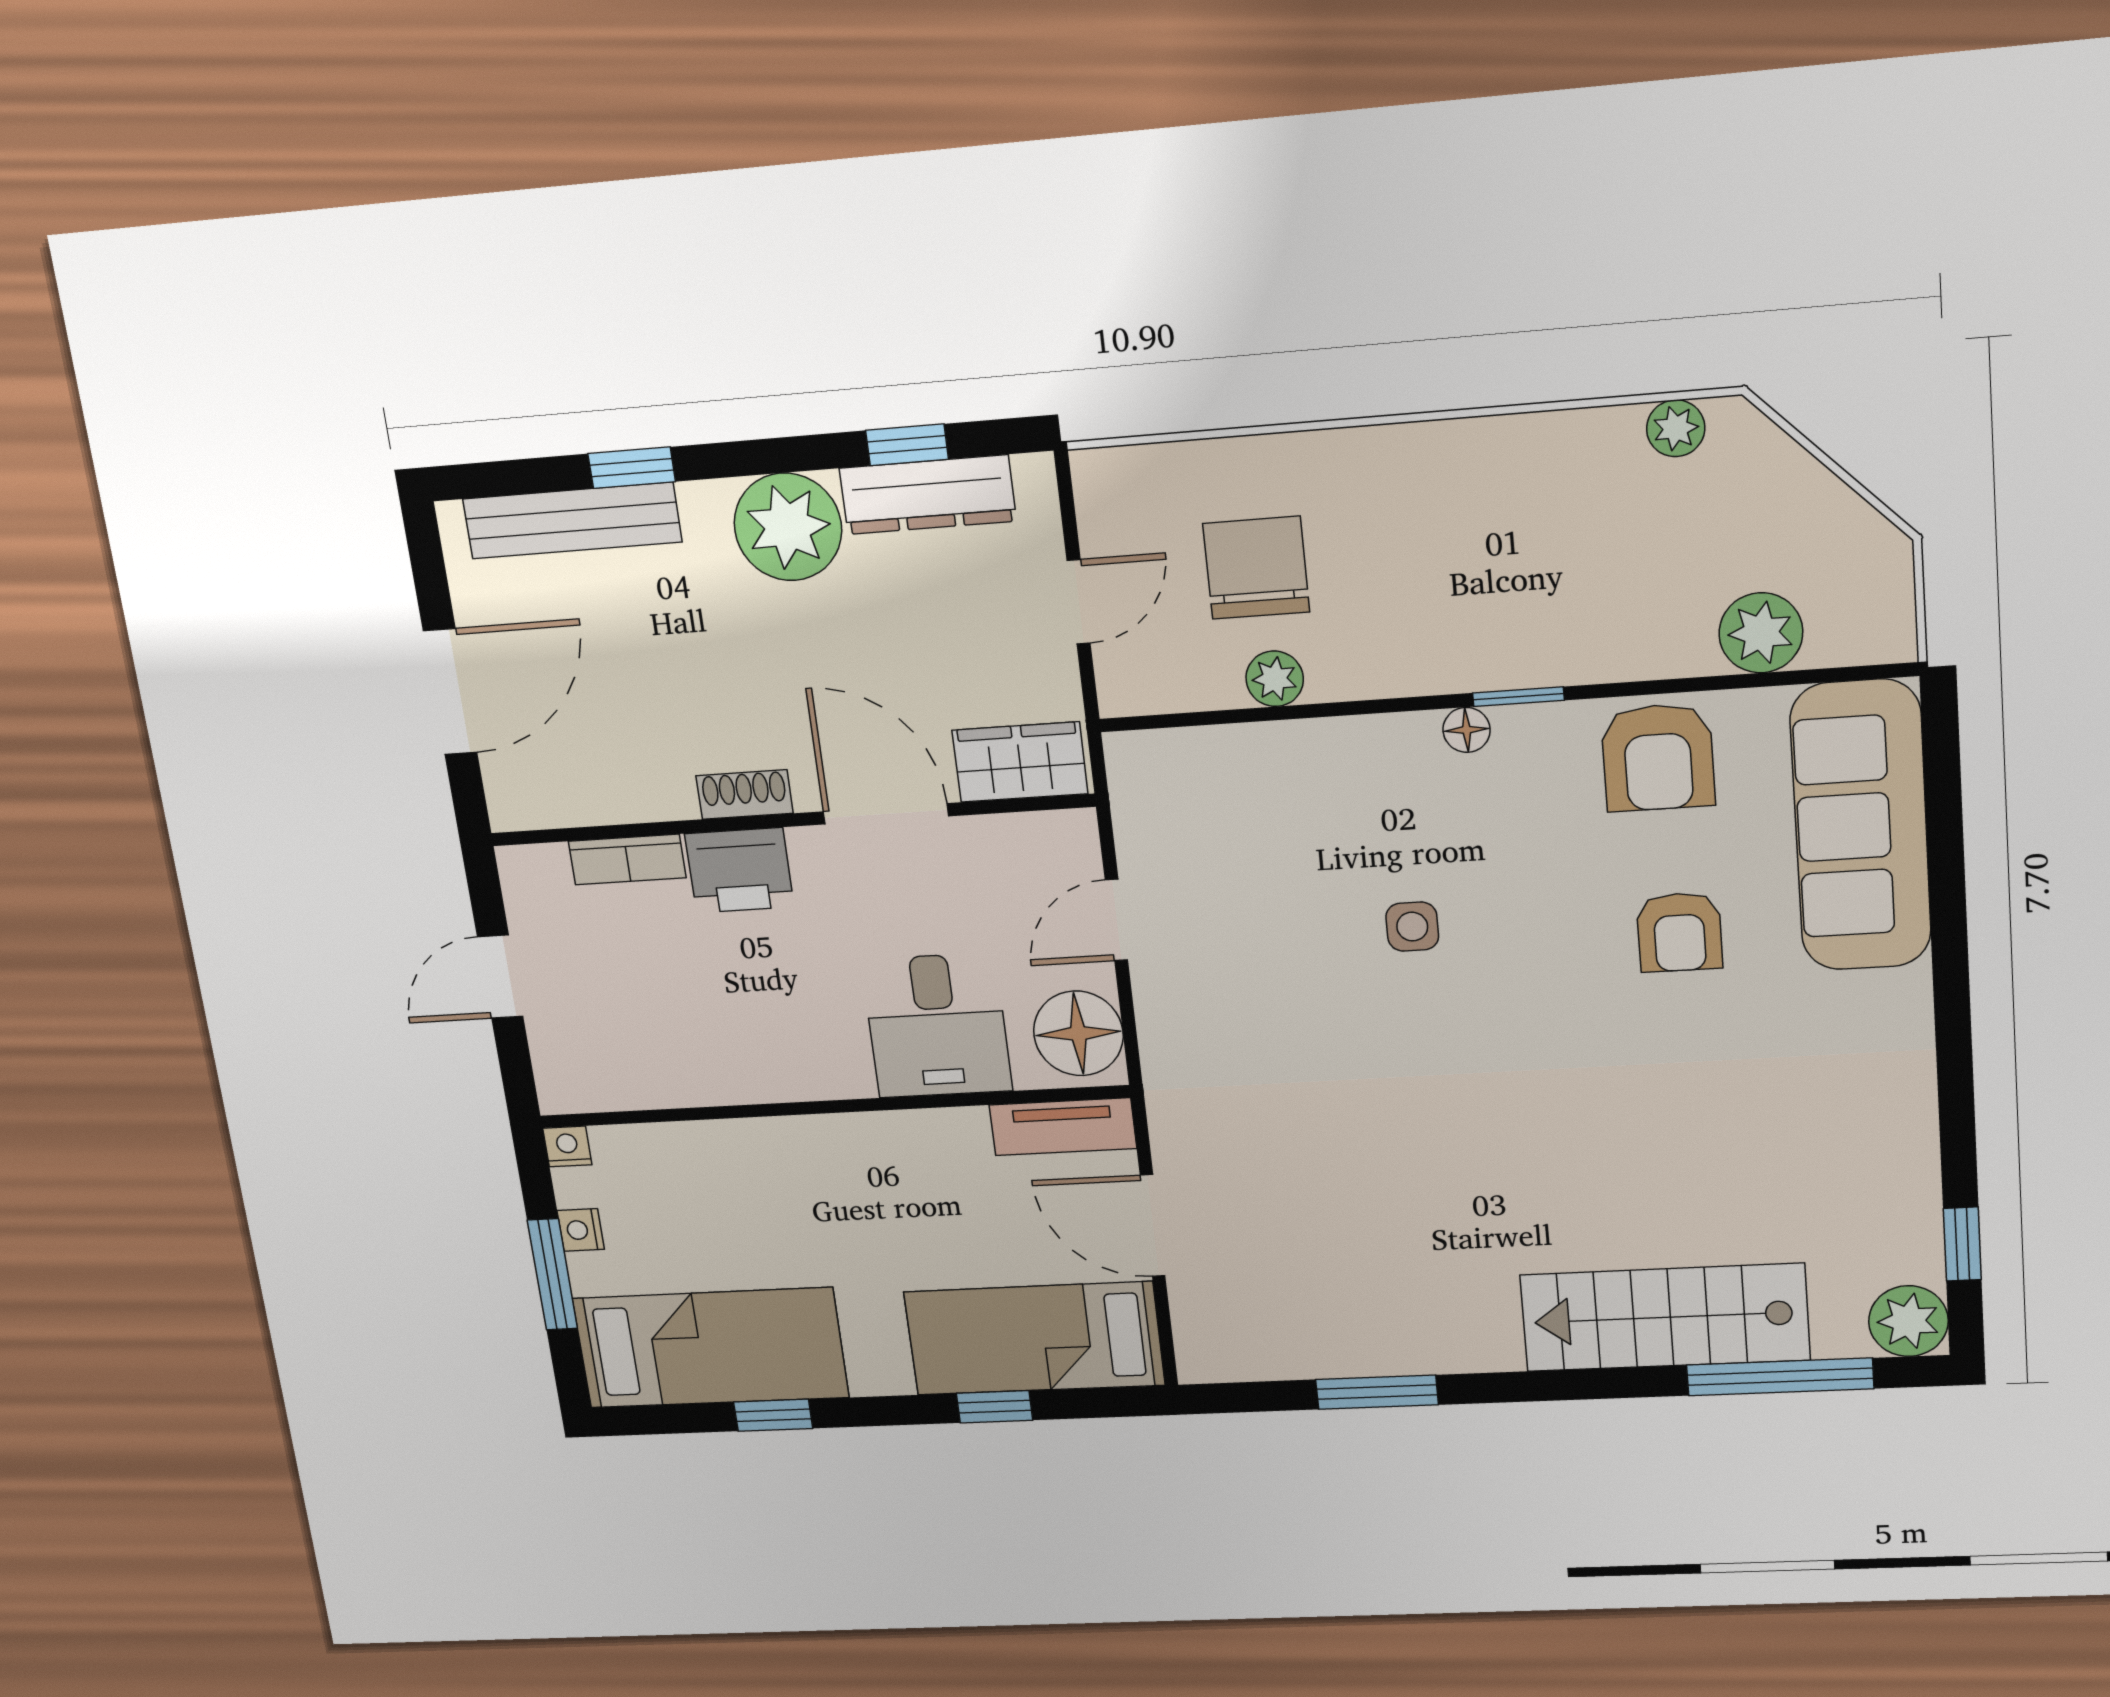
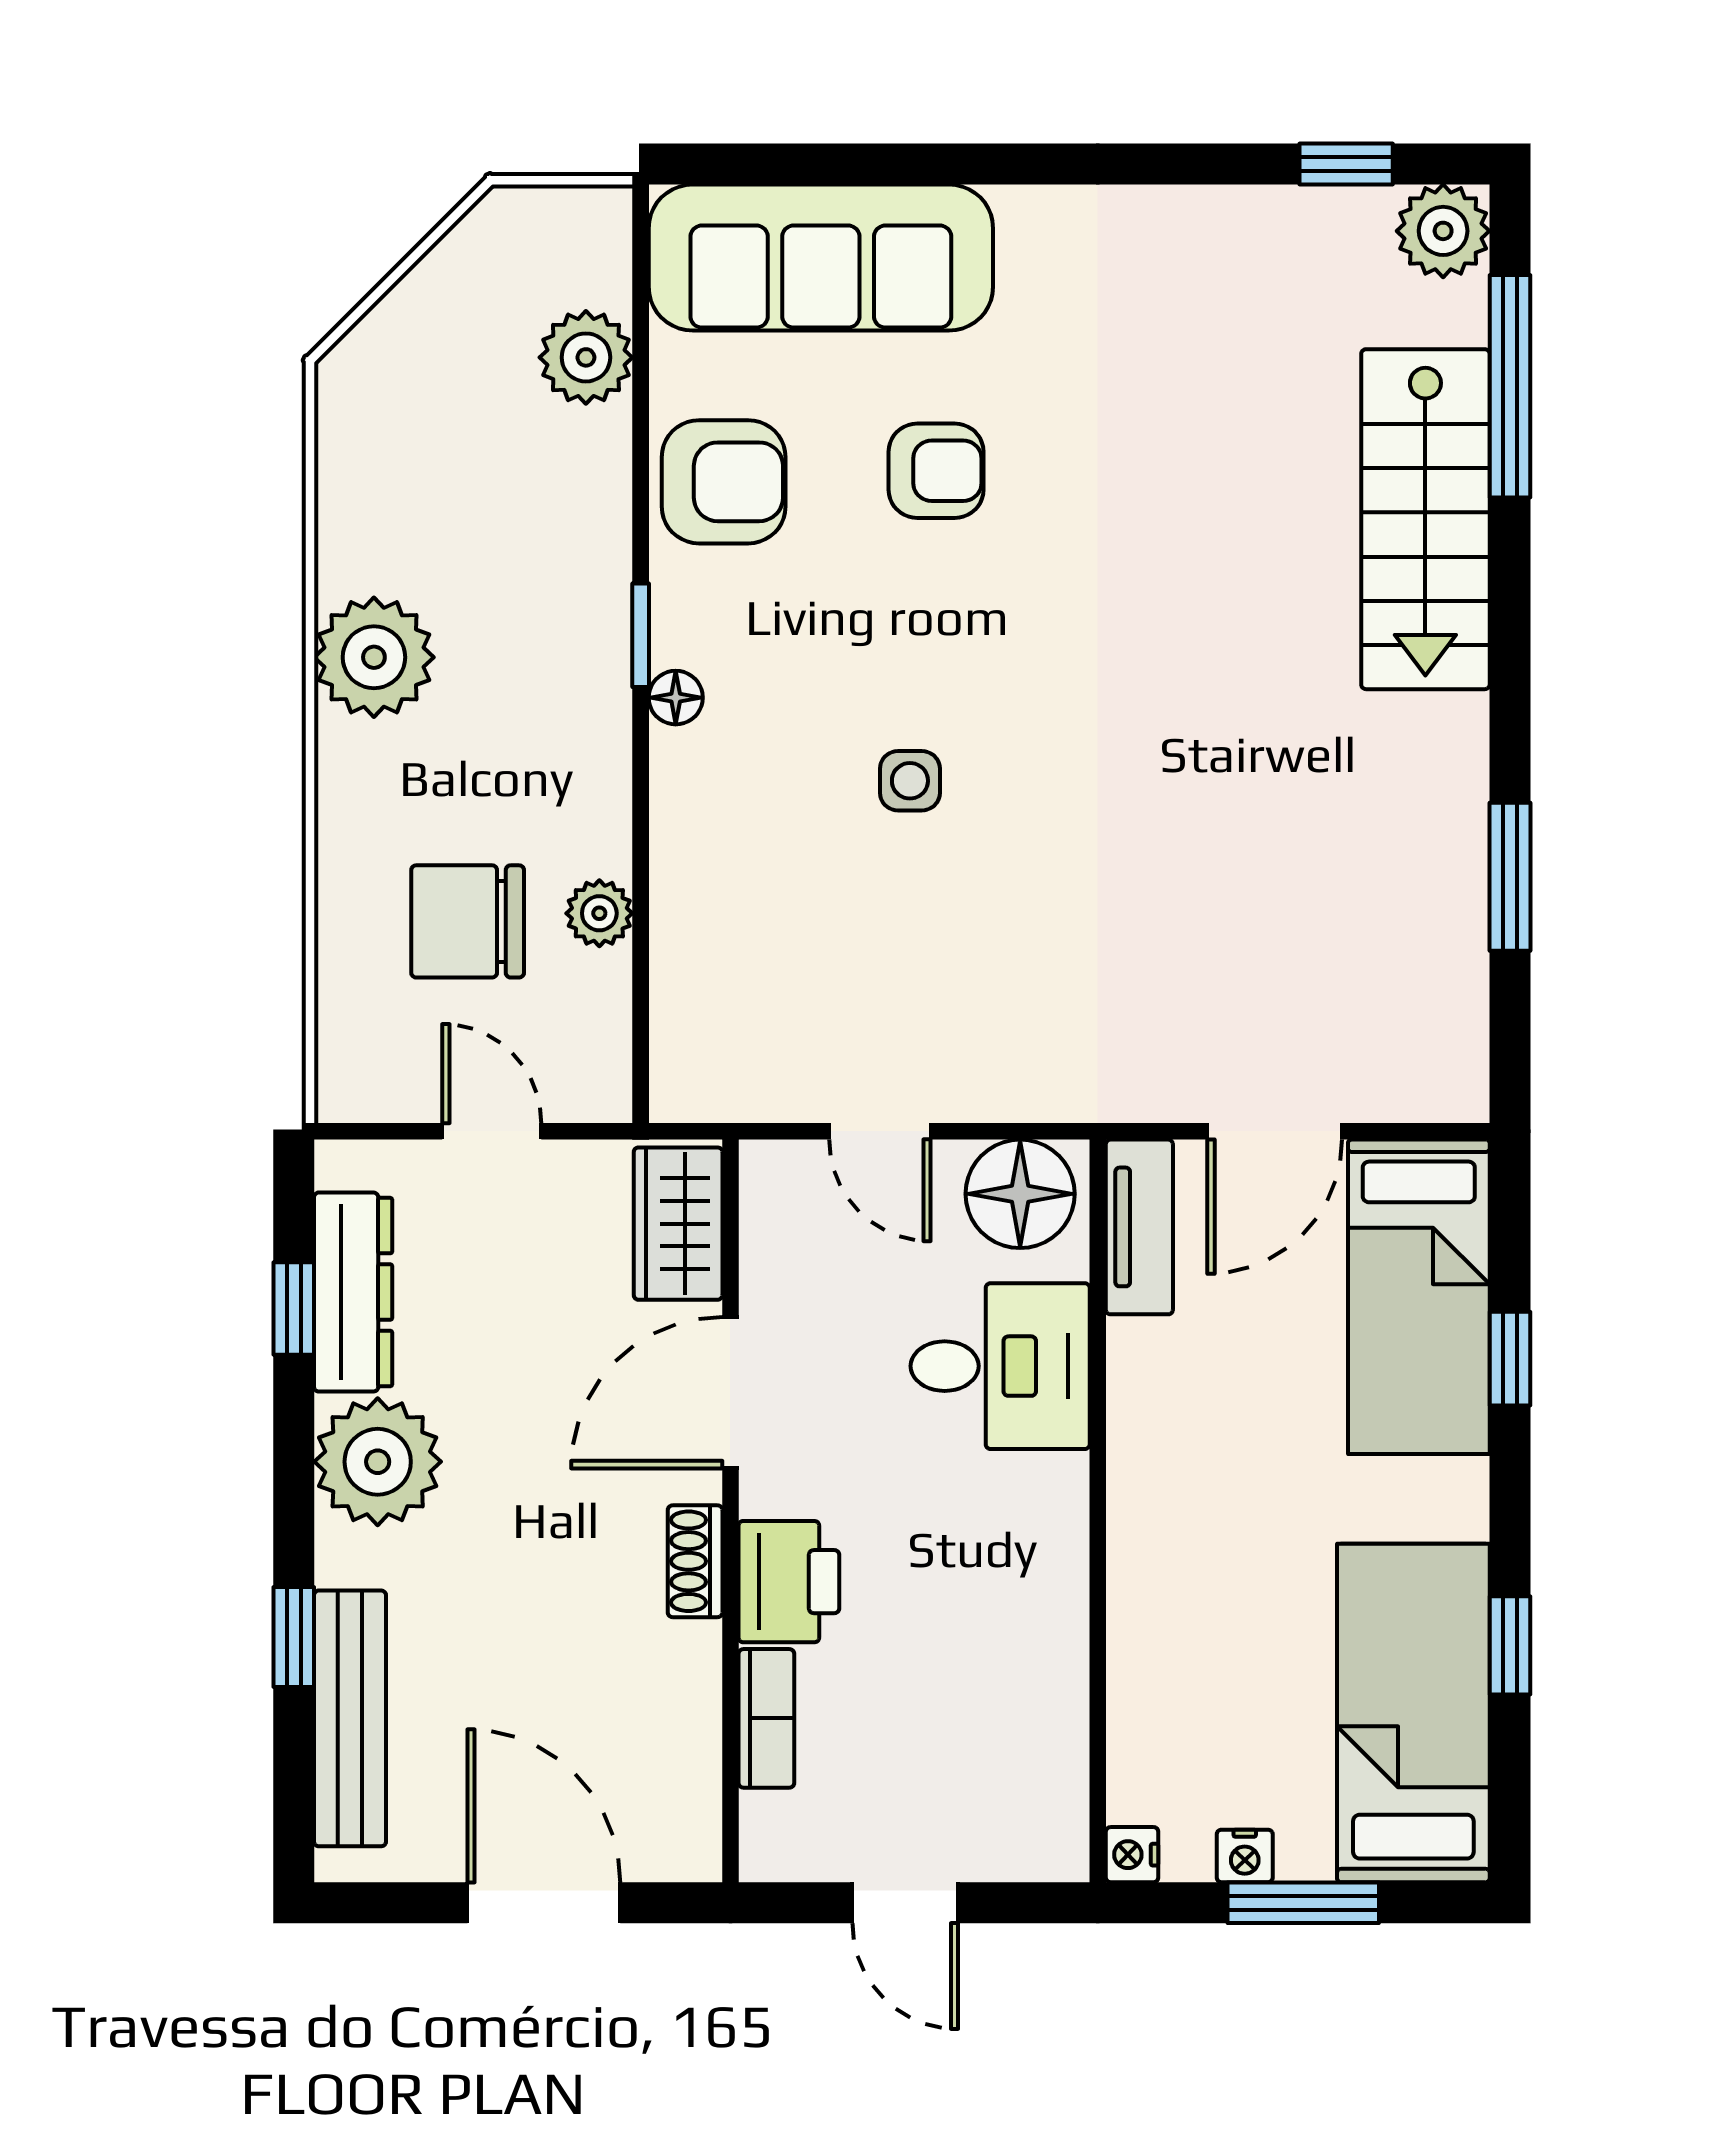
plant: (1676, 428) -> (374, 657), moved, width x1.87, depth x1.87

